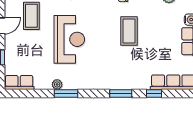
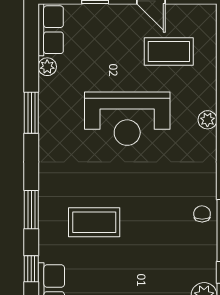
coffee table: (129, 31) -> (94, 222), moved
plant: (57, 84) -> (47, 67), moved

